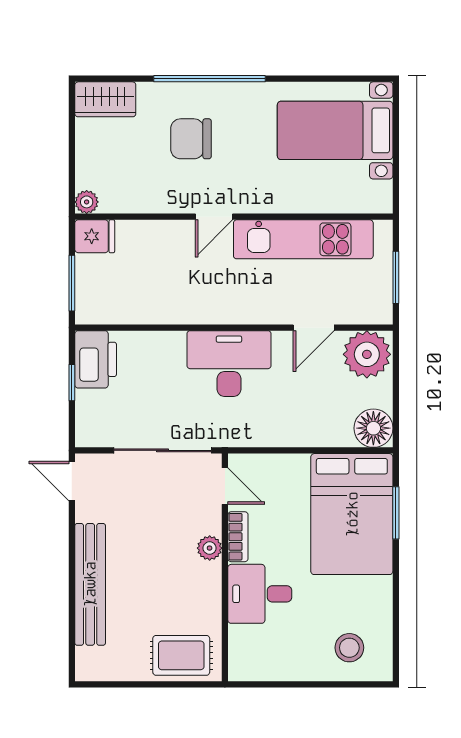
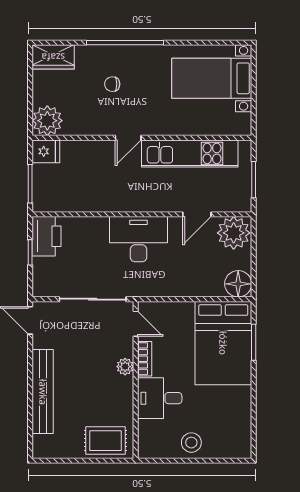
chair: (191, 139) -> (112, 84), width x0.54, depth x0.54
plant: (87, 202) -> (47, 121), width x1.88, depth x1.88
stool: (349, 648) -> (191, 443), moved

